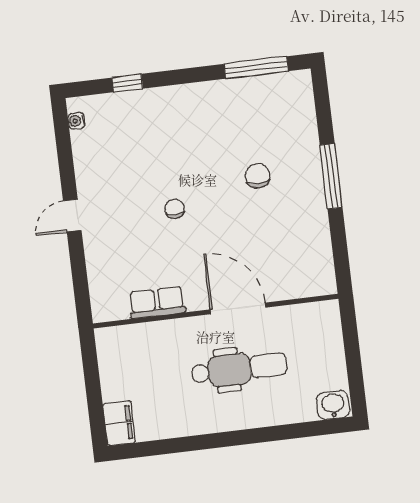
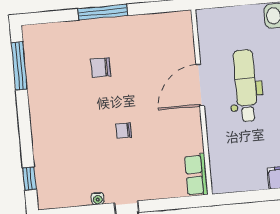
window: (127, 83) -> (29, 178), moved
water cooler: (76, 121) -> (98, 199), moved
row of seats: (157, 302) -> (196, 175), moved

